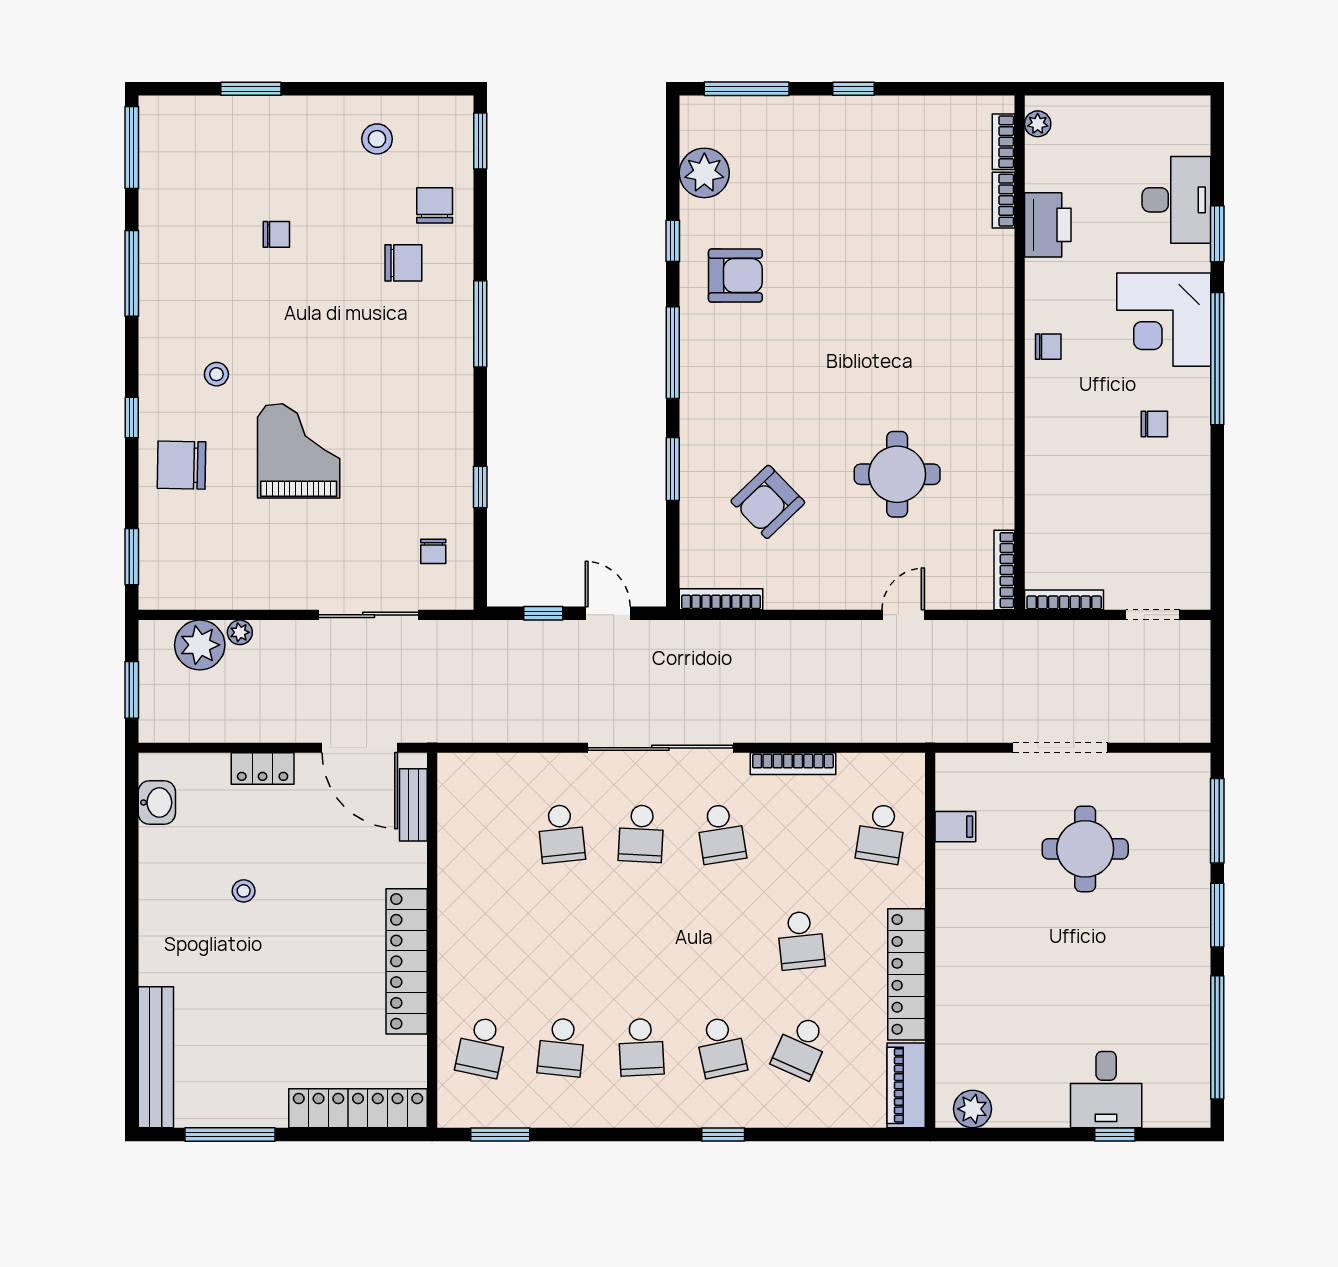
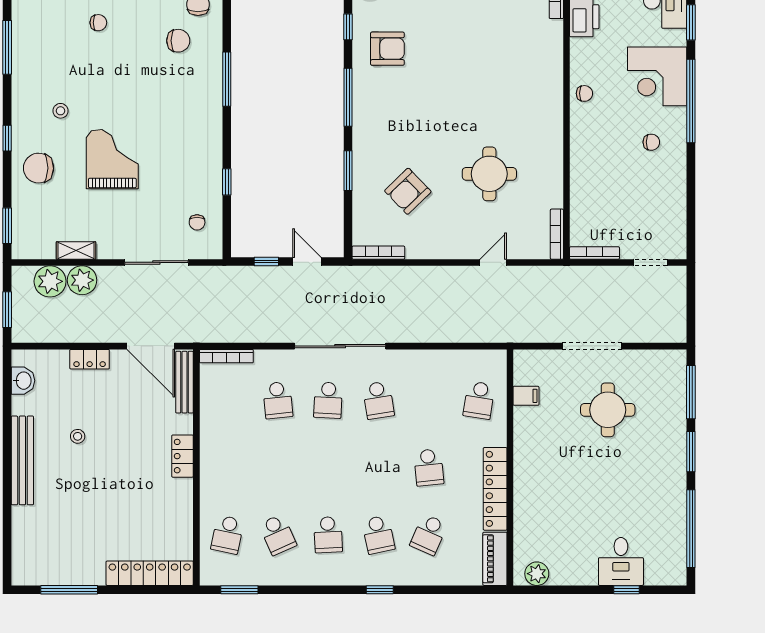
shelving: (241, 596) -> (76, 251), added
plant: (240, 632) -> (82, 280), width x1.88, depth x1.88
bookcase: (793, 764) -> (226, 356), moved
bench: (413, 805) -> (185, 382), width x1.36
locker: (407, 961) -> (183, 456), width x0.46, depth x0.83
school desk: (561, 1047) -> (278, 535), turned -30
bench: (156, 1057) -> (22, 460), moved

